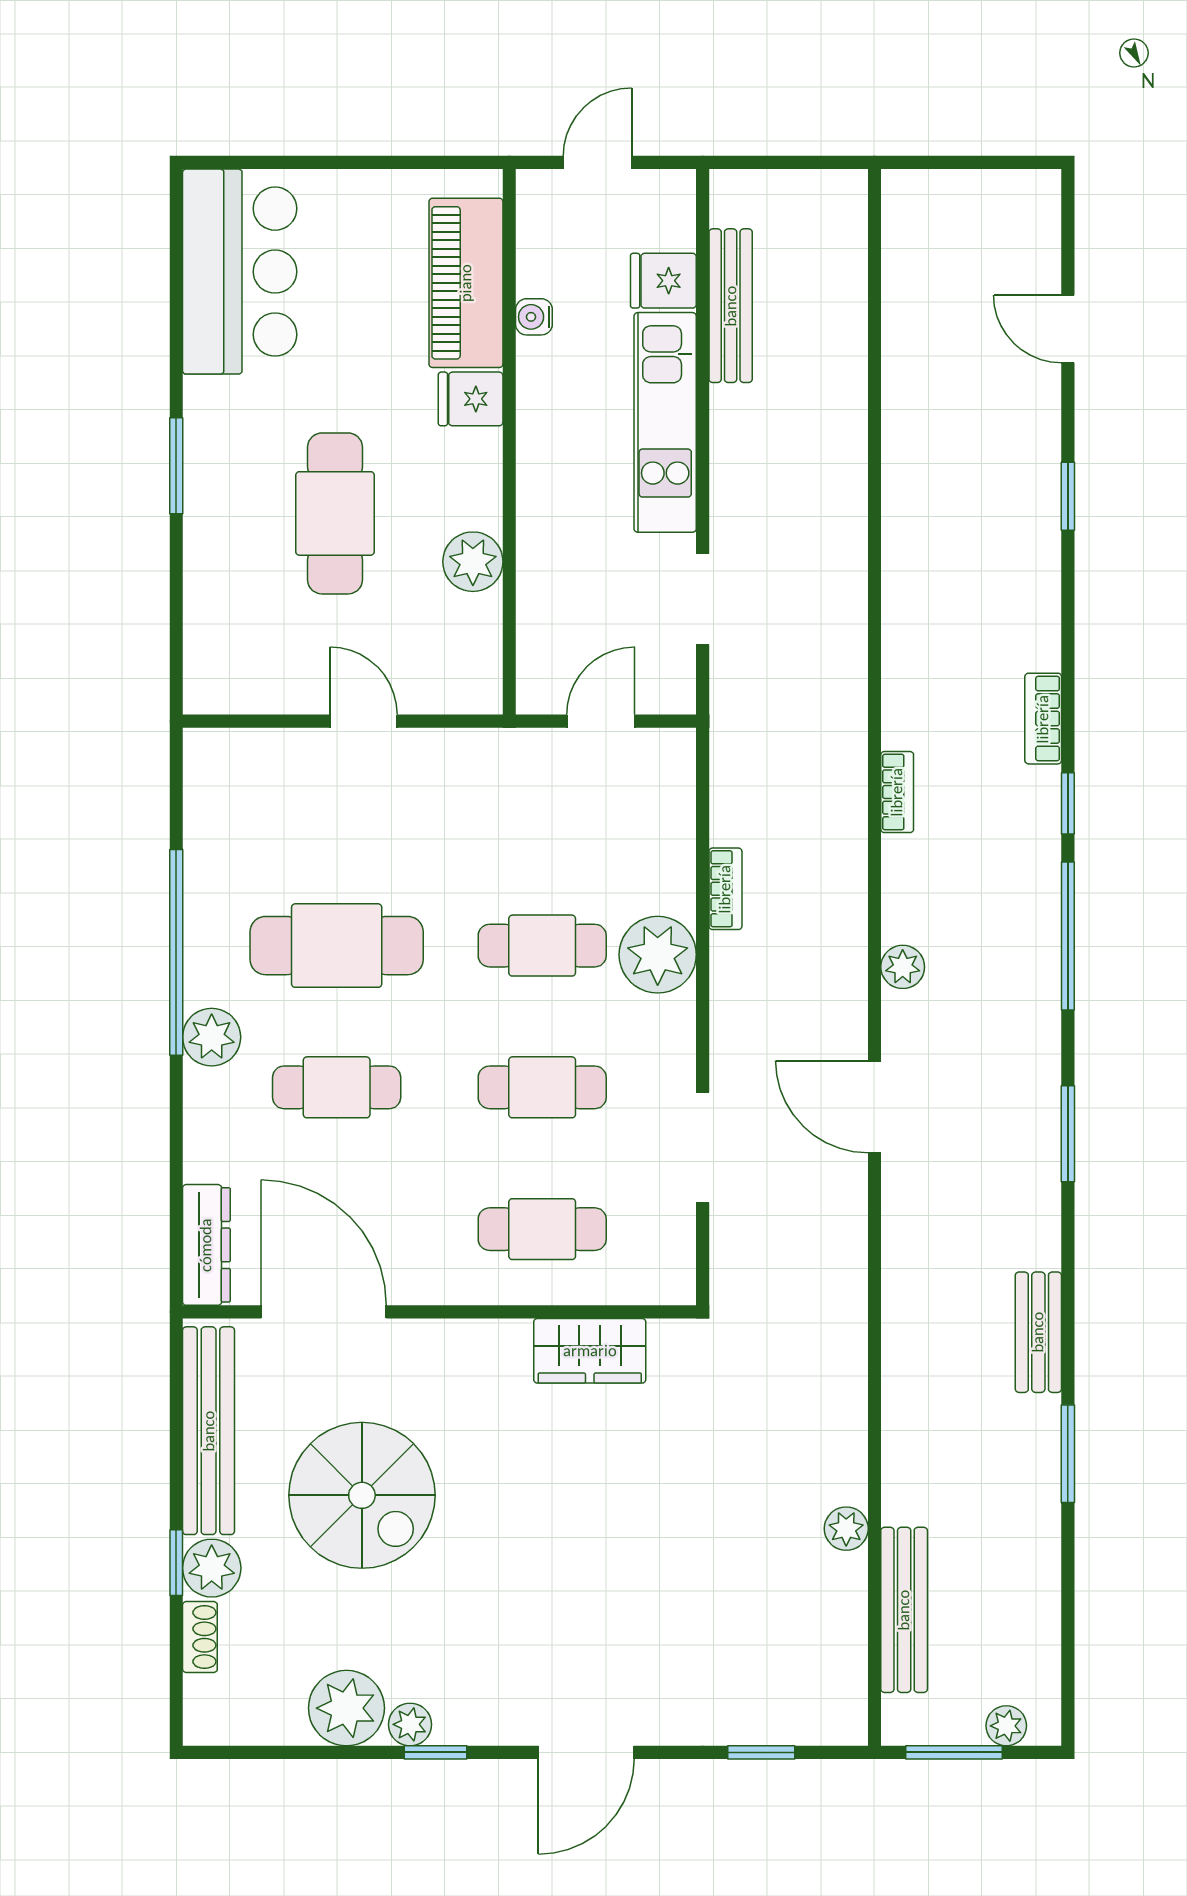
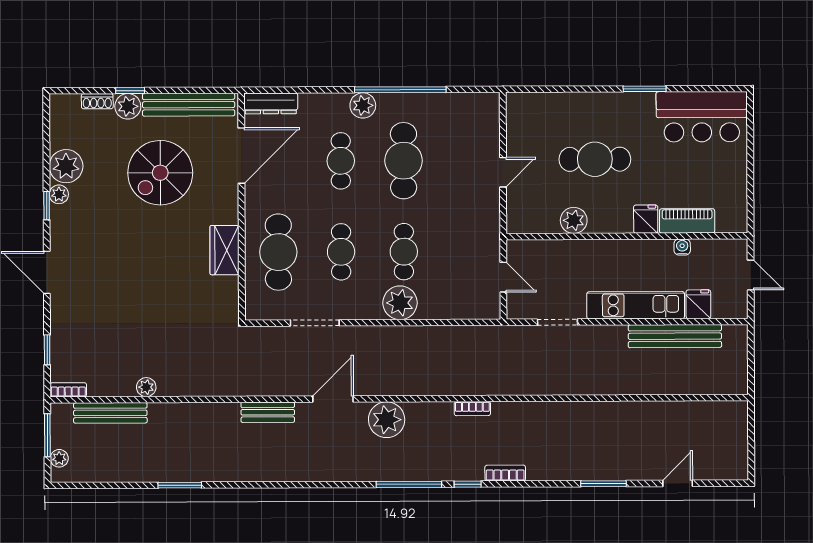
piano: (466, 283) -> (687, 221), width x0.73, depth x0.75
bench: (731, 306) -> (675, 336), width x1.37, depth x1.21
window: (176, 466) -> (645, 89), moved
window: (1068, 496) -> (604, 484), width x1.50
bookcase: (725, 889) -> (68, 390), moved, turned 180
plant: (903, 967) -> (387, 420), width x1.88, depth x1.88
window: (1068, 1134) -> (321, 485), removed
cafe table: (542, 1229) -> (278, 252), width x1.37, depth x1.35
bench: (1038, 1332) -> (268, 412), moved
wardrobe: (590, 1351) -> (224, 250), moved

